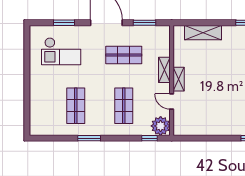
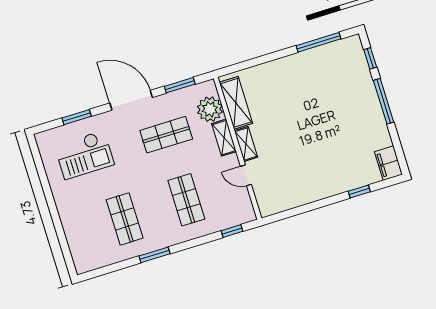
shelving: (203, 33) -> (236, 103), moved, turned 90
plant: (161, 126) -> (210, 109), moved

